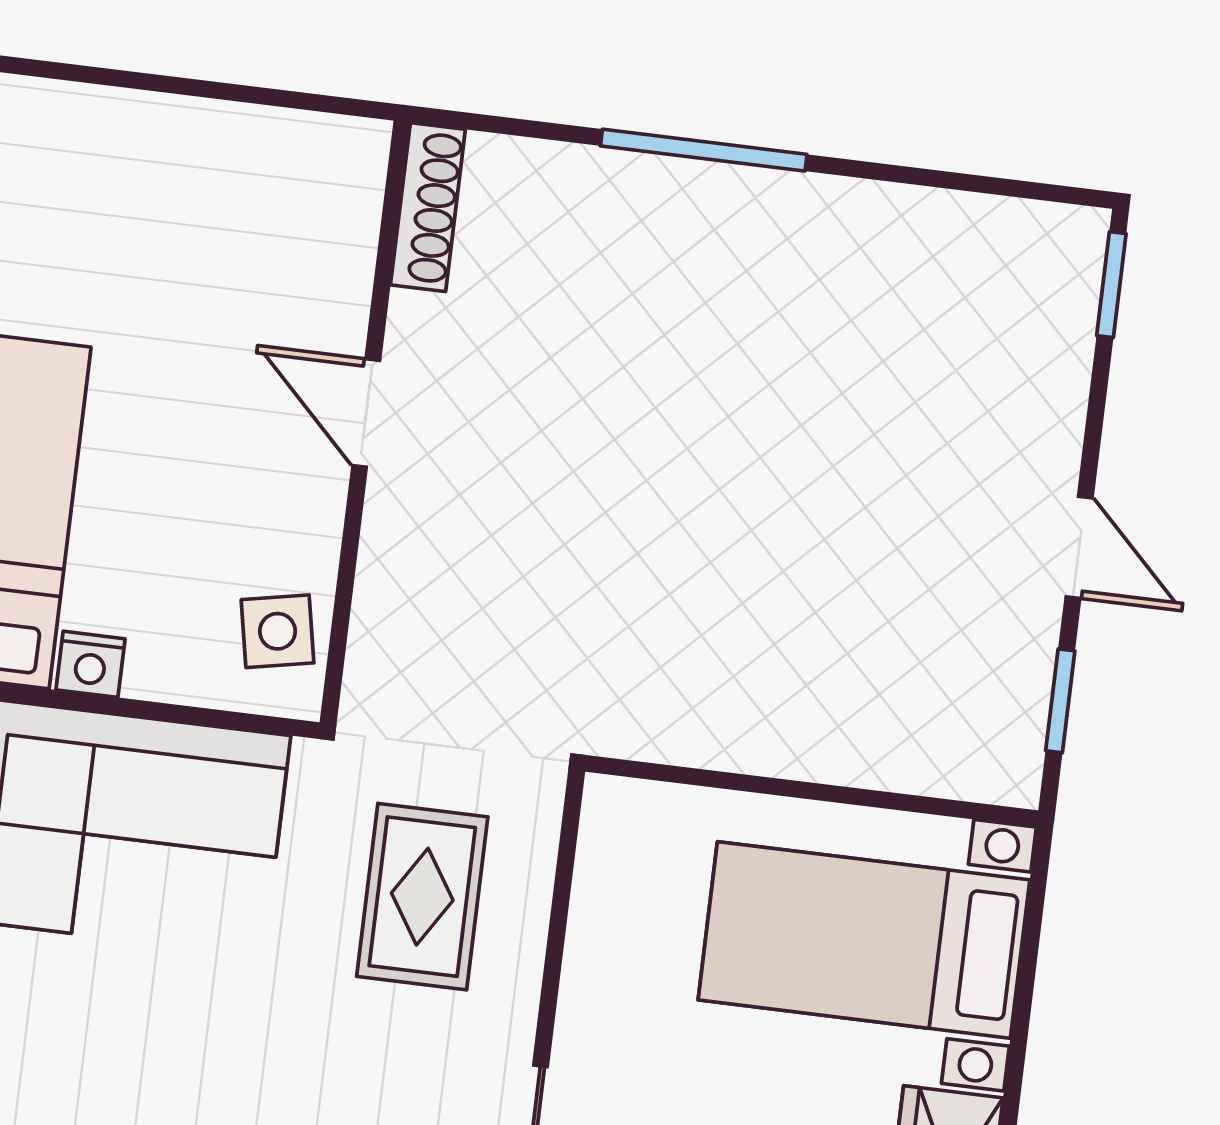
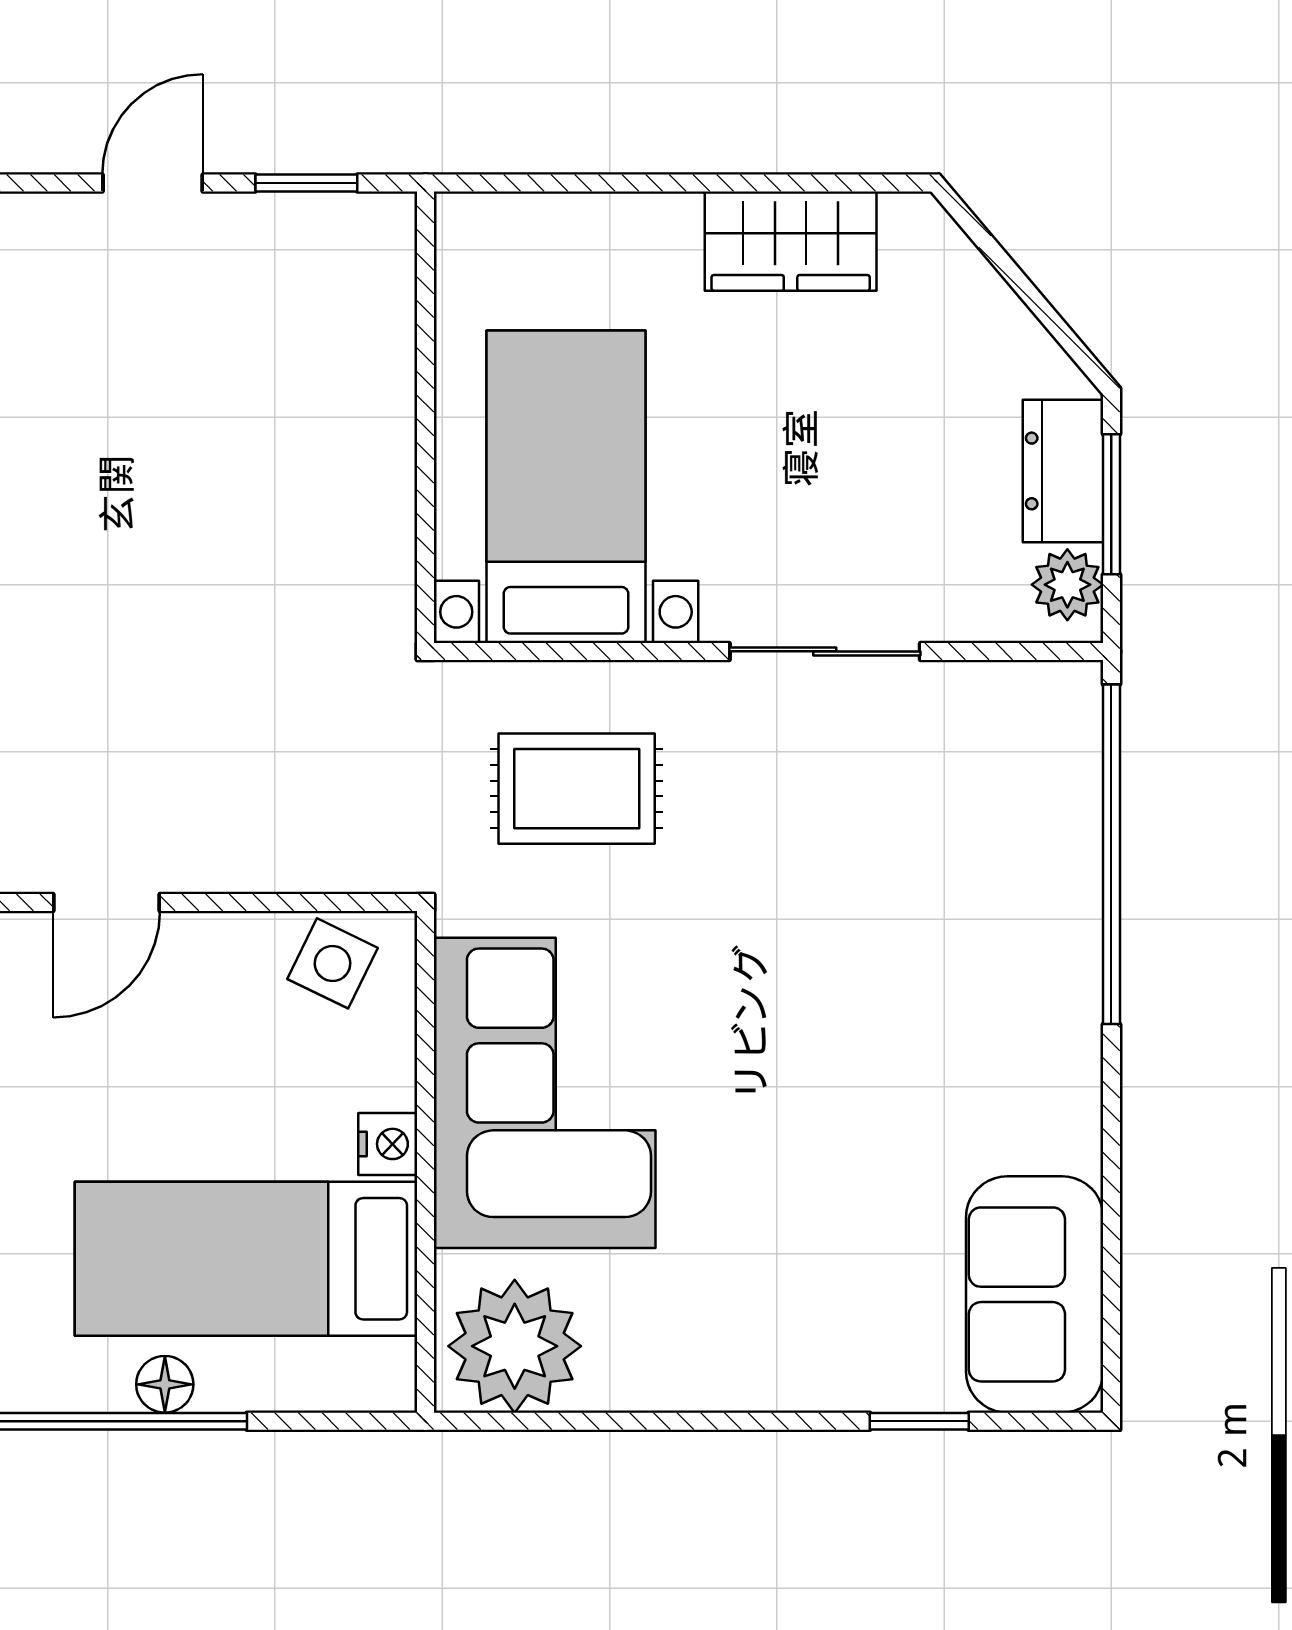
side table: (278, 631) -> (333, 963), turned 37
bed with nightstands: (864, 940) -> (566, 487), moved, turned 180

